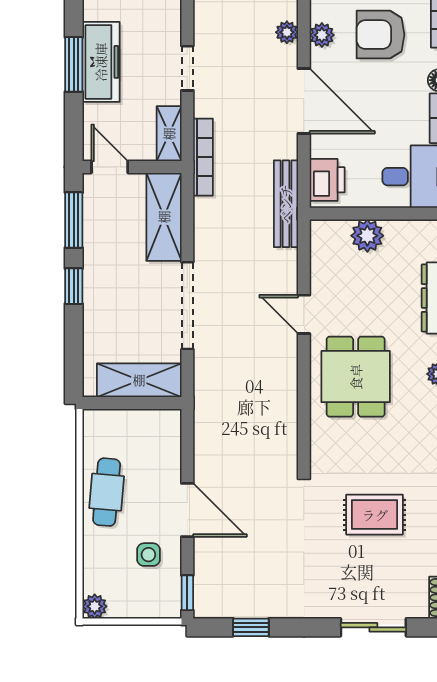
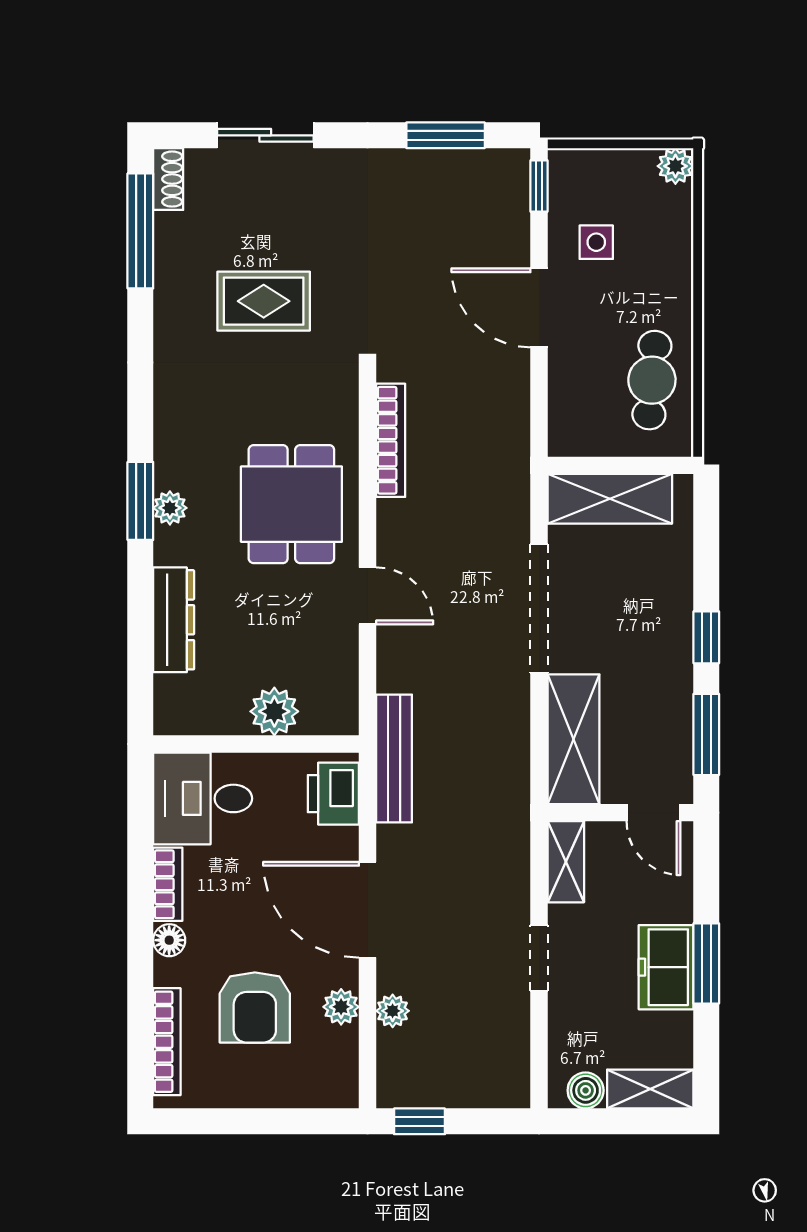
armchair: (381, 35) -> (255, 1007), turned 90
freezer: (101, 62) -> (666, 967), width x0.71
bookcase: (203, 157) -> (391, 440), moved, turned 180
cafe table: (107, 492) -> (652, 380), moved
window: (251, 627) -> (446, 135), width x1.50

